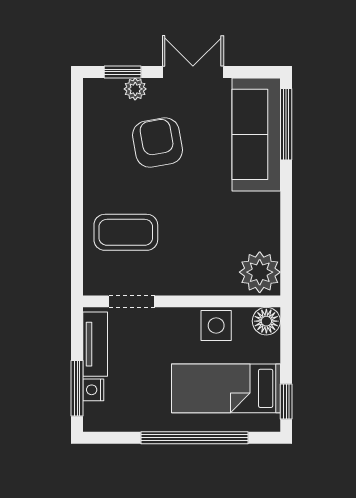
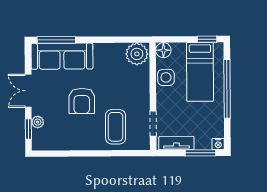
armchair: (158, 143) -> (82, 101), moved, turned -80
nightstand: (93, 390) -> (218, 144), moved

